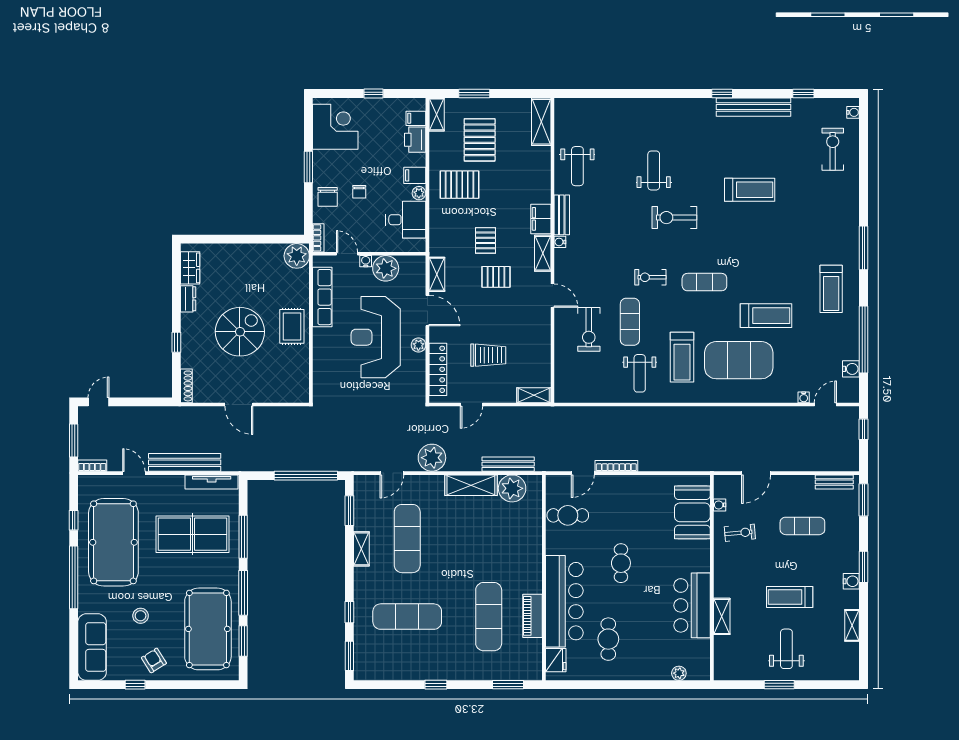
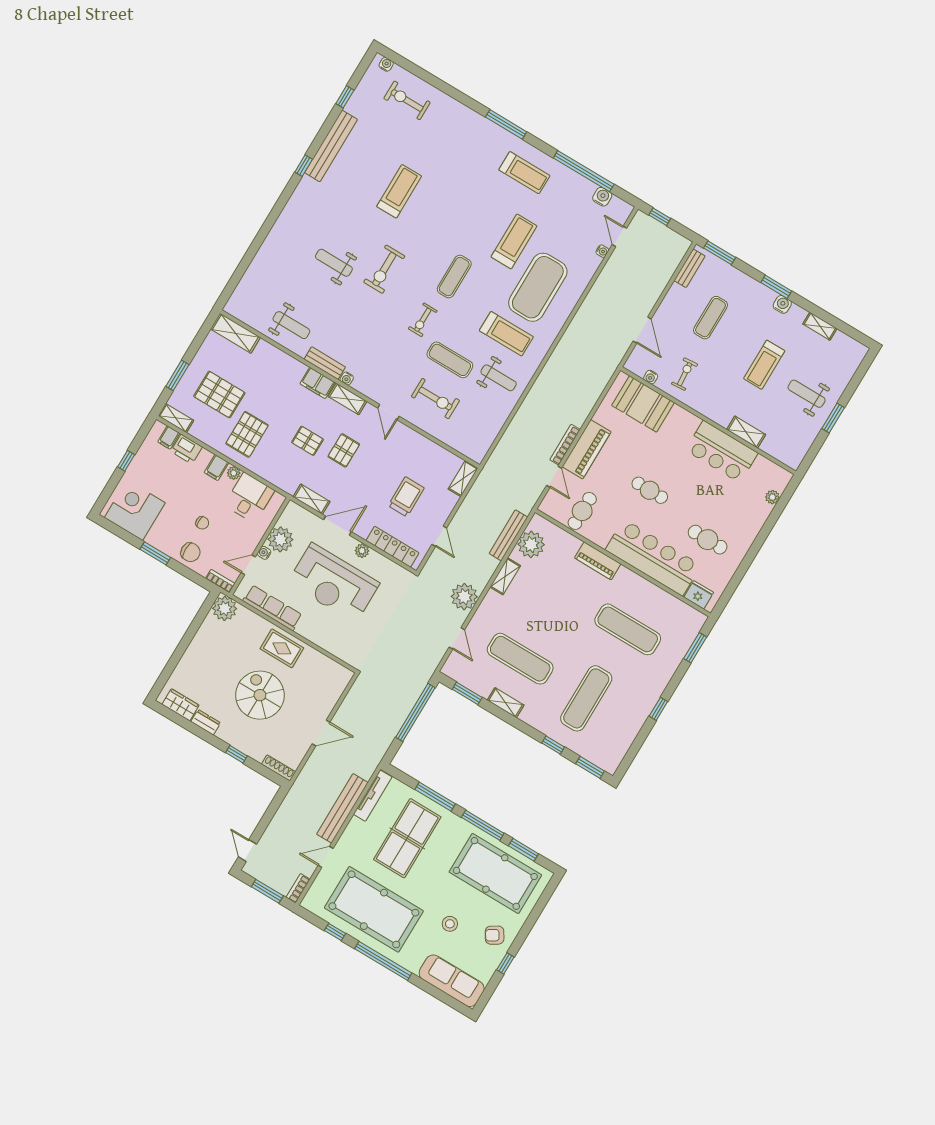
door: (552, 296) -> (388, 412), swing flipped
shelving: (471, 485) -> (505, 576), width x0.67, depth x0.75
piano: (624, 487) -> (587, 449), added
piano: (533, 616) -> (598, 561), moved

